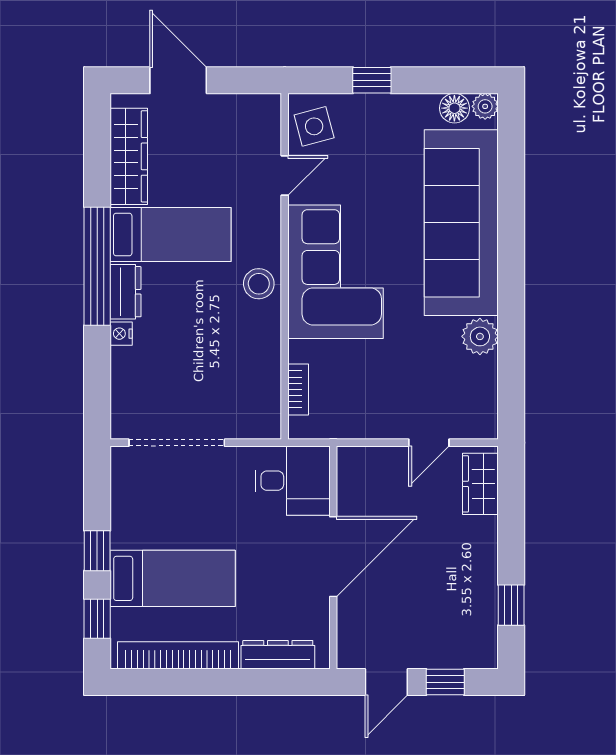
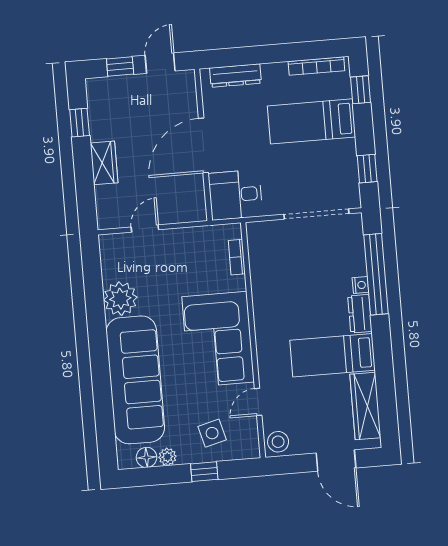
plant: (485, 106) -> (167, 457), moved
side table: (314, 126) -> (212, 433), moved
window: (97, 266) -> (376, 274), moved
stool: (259, 284) -> (278, 442), moved
plant: (480, 336) -> (120, 299), width x1.36, depth x1.36
wardrobe: (480, 484) -> (104, 163), moved
window: (97, 551) -> (367, 169), moved
bookcase: (178, 655) -> (316, 66), width x0.68, depth x0.76

